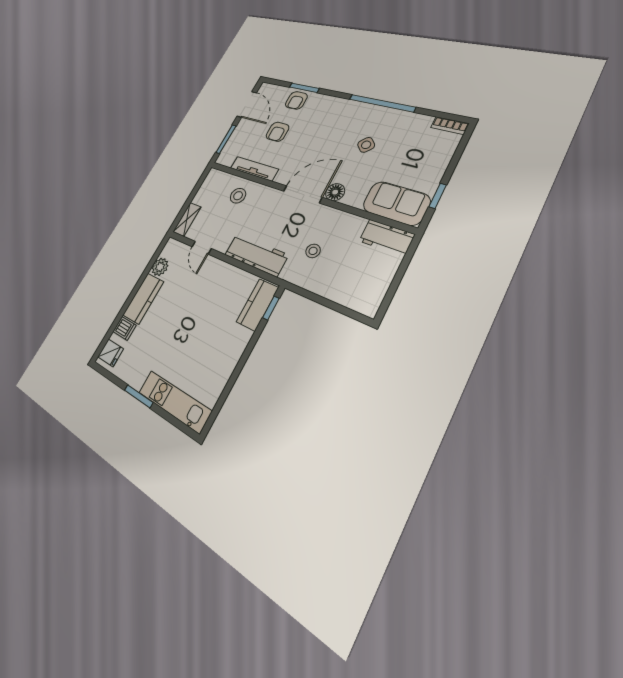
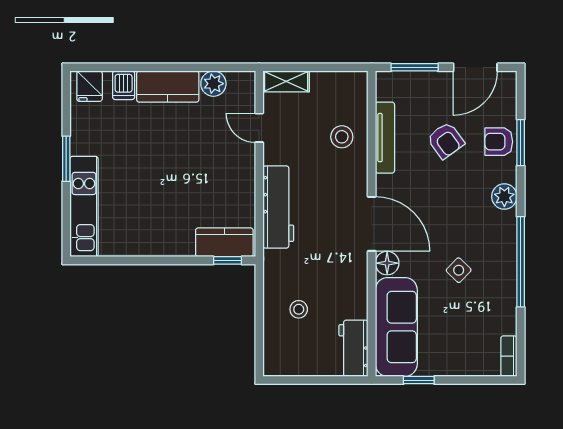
plant: (332, 104) -> (504, 196), added
armchair: (278, 132) -> (446, 140), turned -126
sofa: (396, 203) -> (396, 327), width x1.36
door: (202, 248) -> (259, 128), hinge flipped
stool: (313, 251) -> (299, 309), moved

